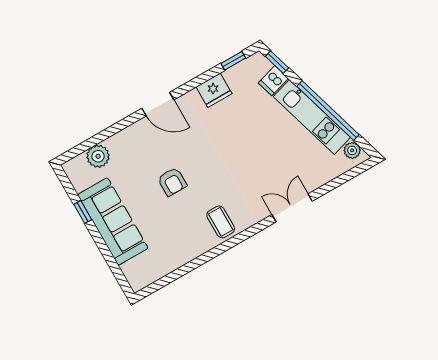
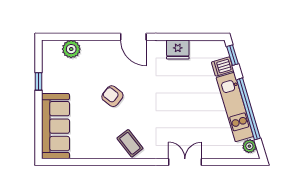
window: (233, 61) -> (203, 37), removed
armchair: (172, 182) -> (112, 96), turned 128
sofa: (113, 221) -> (55, 126), moved
coffee table: (221, 222) -> (130, 143), turned -38

